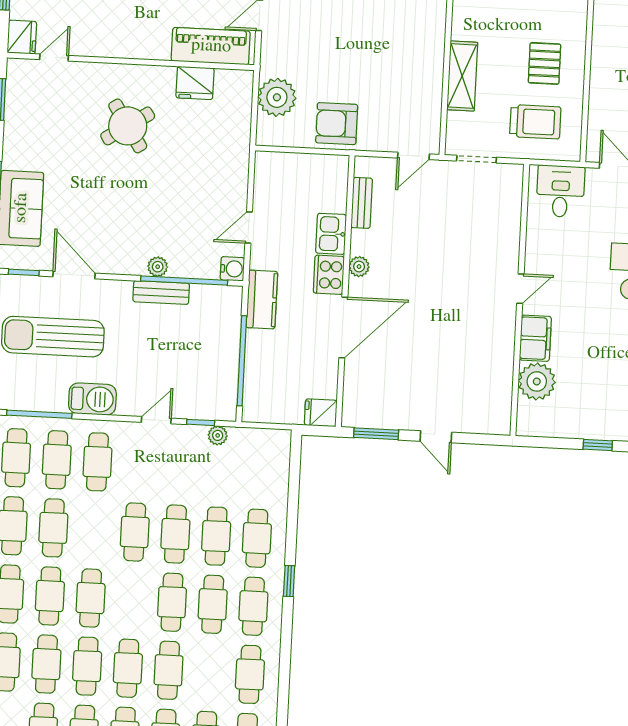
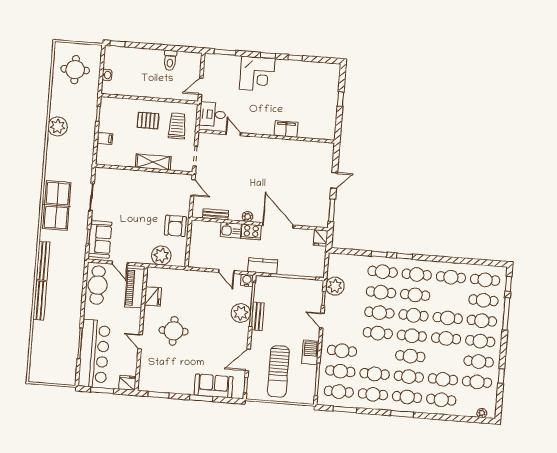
door: (54, 57) -> (140, 342), moved
round table: (128, 126) -> (174, 331), turned 33
plant: (158, 267) -> (241, 313), width x1.88, depth x1.88
door: (520, 289) -> (233, 134), moved
plant: (537, 381) -> (308, 129), removed
plant: (218, 435) -> (335, 286), width x1.88, depth x1.88
window: (292, 530) -> (379, 254), added
cafe table: (87, 666) -> (412, 336), moved

